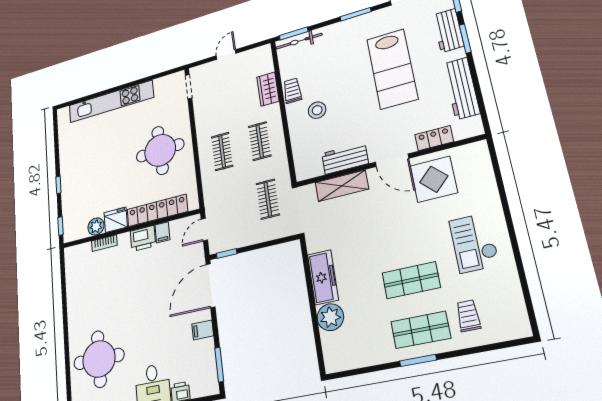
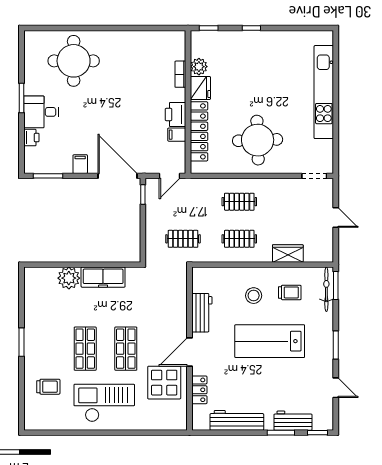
lab bench: (392, 69) -> (270, 341), moved
trolley: (292, 91) -> (290, 292), moved
shelving: (342, 186) -> (178, 306), removed
door: (204, 230) -> (170, 176), swing flipped
checkout: (474, 243) -> (104, 403), width x1.36, depth x1.21
shop shelf: (421, 330) -> (126, 349), moved

